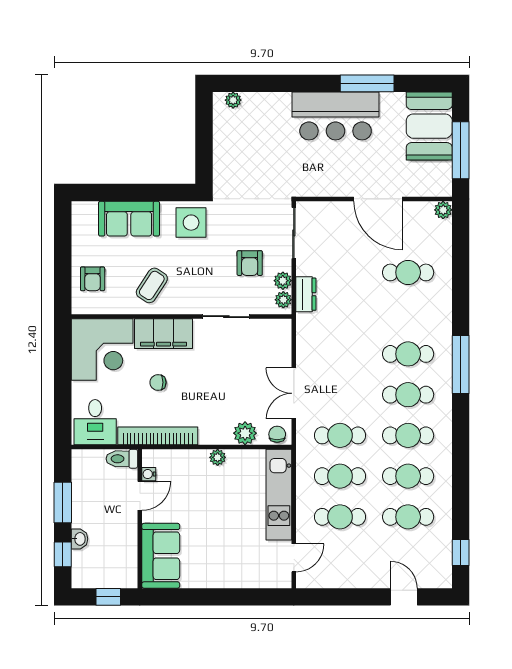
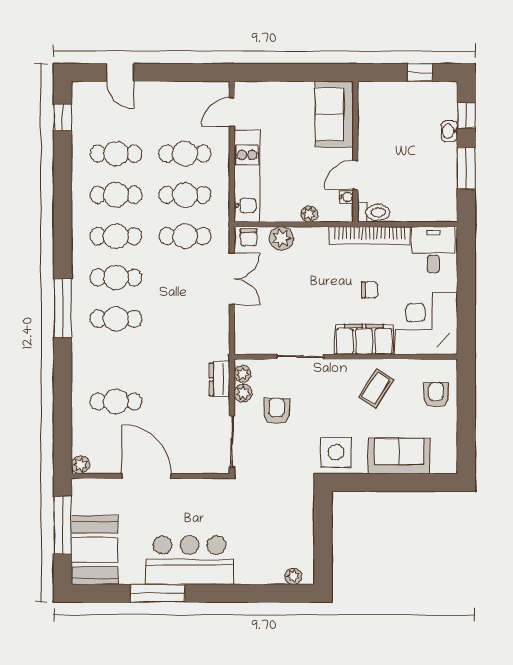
toilet: (122, 459) -> (374, 212), moved
water cooler: (149, 474) -> (346, 197), moved
door: (140, 496) -> (356, 175), moved
wall: (140, 519) -> (356, 152), moved
sofa: (161, 556) -> (334, 114), moved

